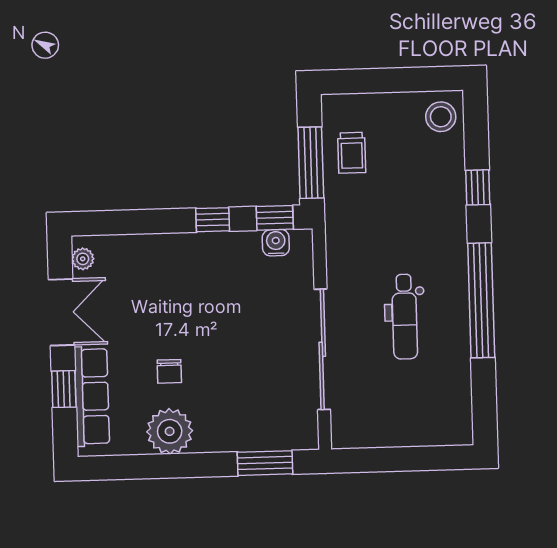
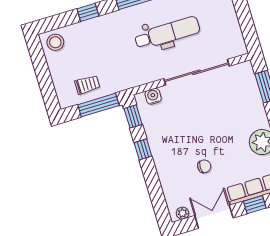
water cooler: (276, 243) -> (153, 96), moved, turned 90
dental chair: (405, 317) -> (167, 33), width x1.36, depth x1.38
chair: (169, 371) -> (204, 166), moved

